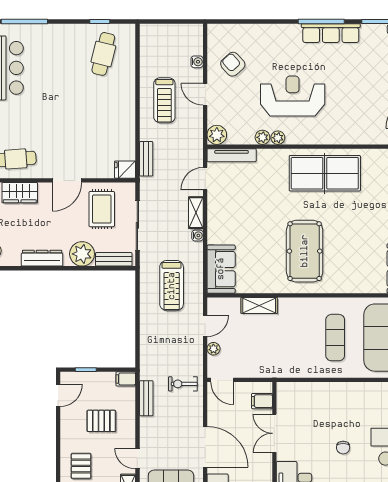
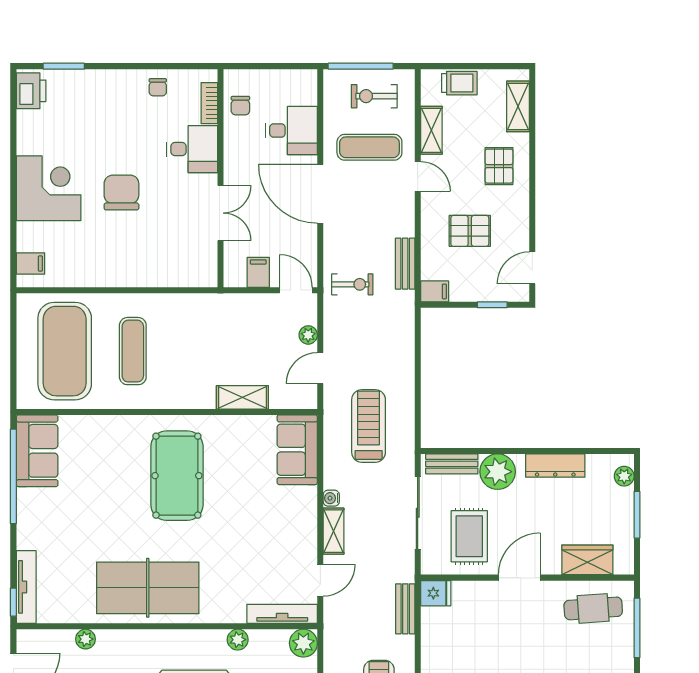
plant: (278, 138) -> (85, 639), moved
filing cabinet: (262, 401) -> (258, 272), moved, turned -90
chair: (343, 448) -> (121, 192), width x1.87, depth x1.87

